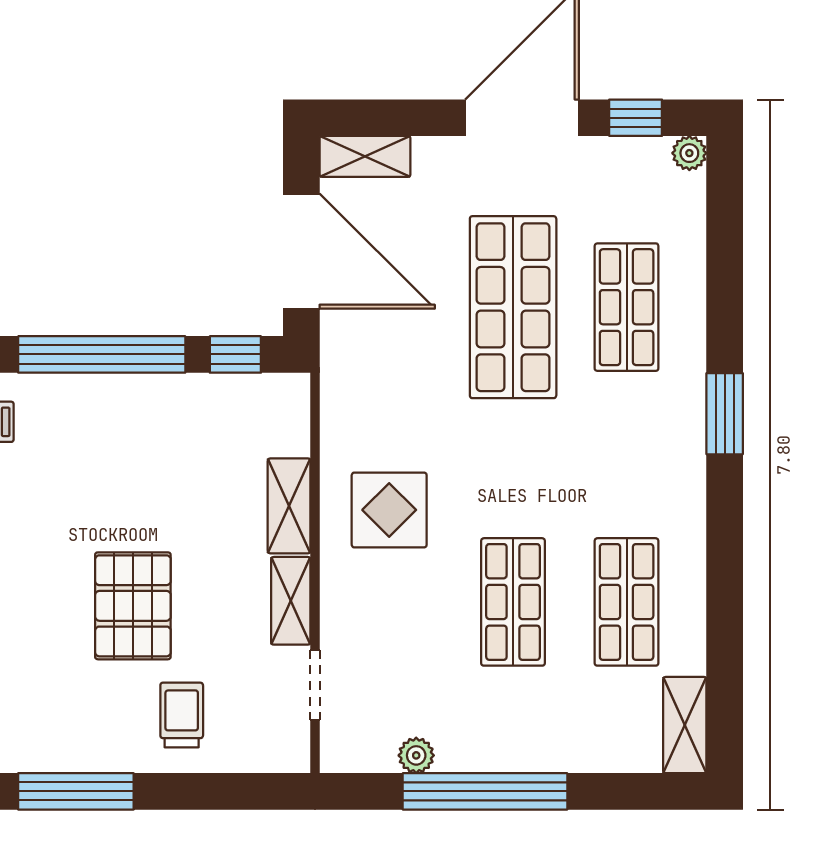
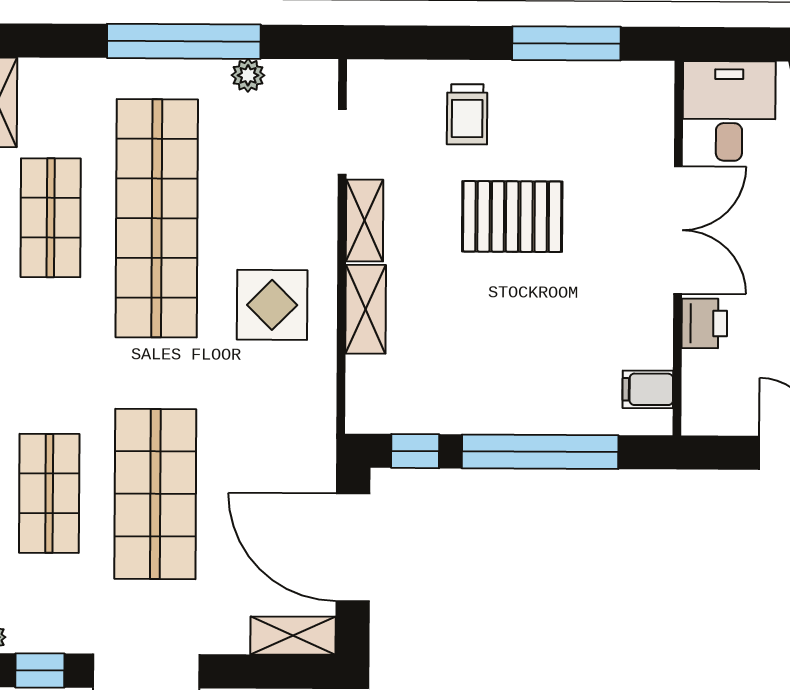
shop shelf: (513, 602) -> (157, 218), width x2.00, depth x1.36
pallet: (133, 606) -> (512, 217), turned 90

